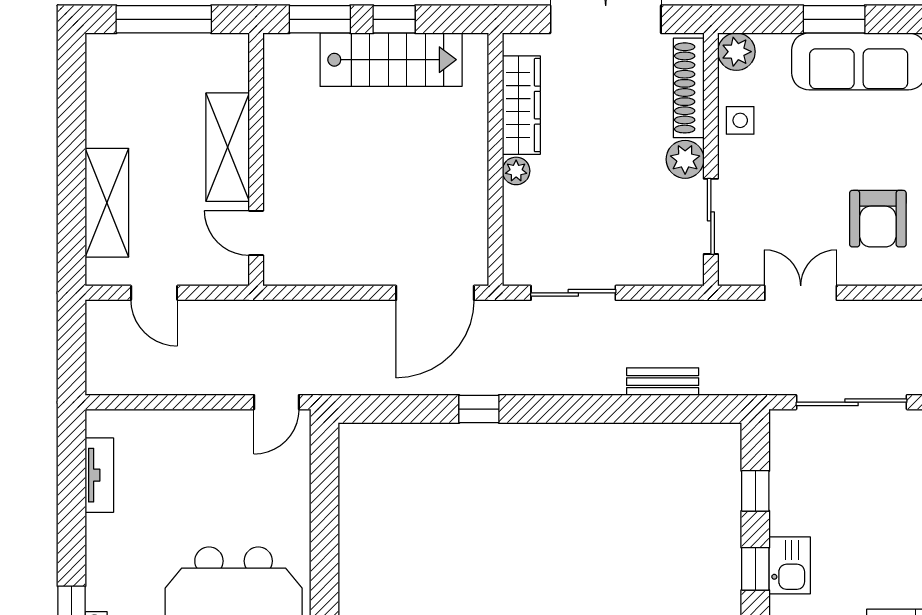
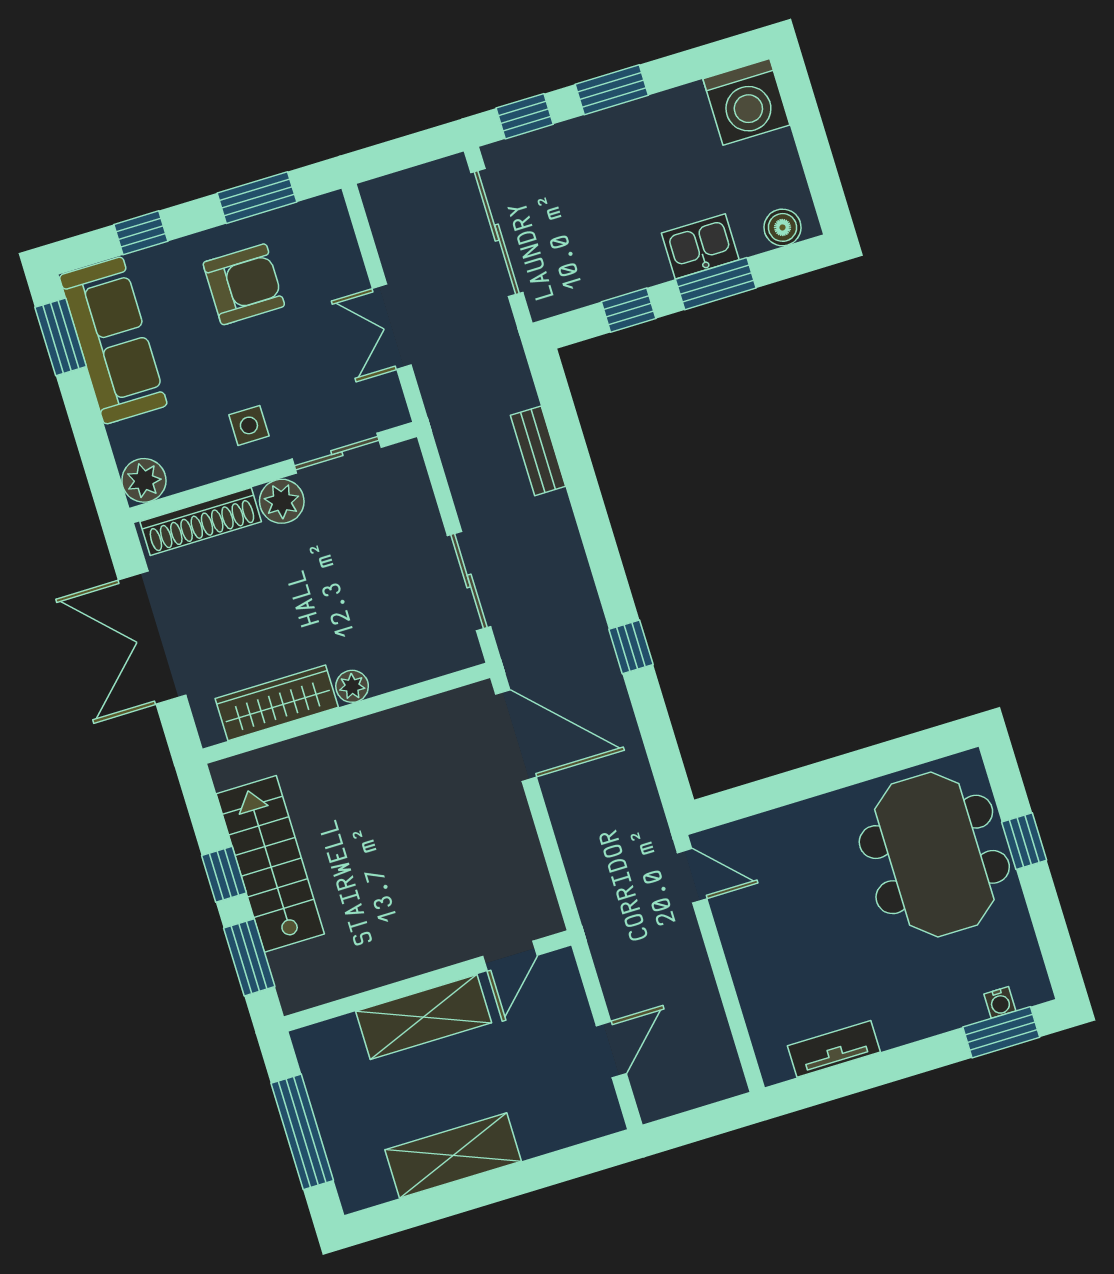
window: (834, 19) -> (61, 337), moved
side table: (740, 120) -> (249, 425), moved
shelving: (107, 203) -> (453, 1155), moved
armchair: (878, 219) -> (244, 284), moved
window: (755, 569) -> (716, 284), width x1.50

